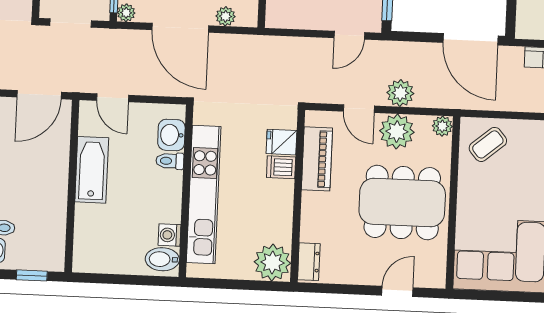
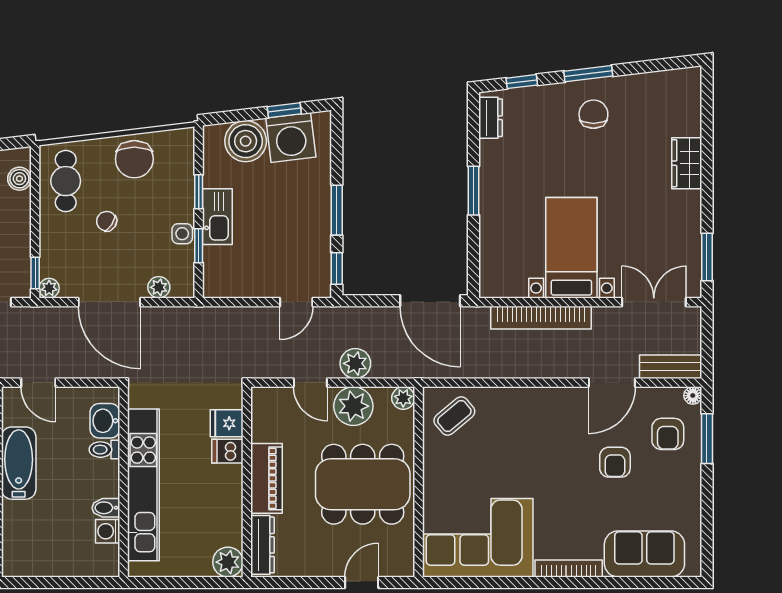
piano: (317, 159) -> (267, 478), moved
bidet: (162, 259) -> (106, 508), moved, width x0.72, depth x0.74
dresser: (309, 262) -> (263, 545), width x1.44
plant: (272, 263) -> (228, 562), width x0.73, depth x0.73

